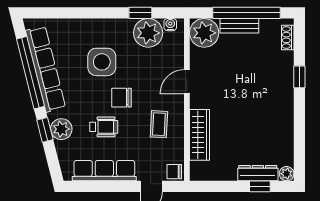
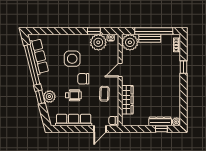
row of seats: (46, 69) -> (39, 56), width x0.73

